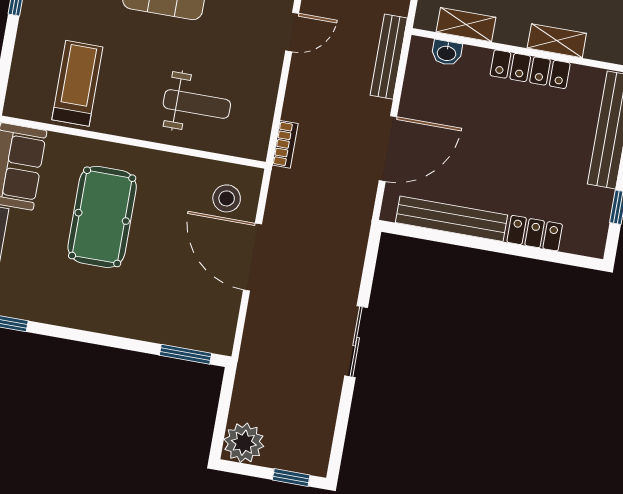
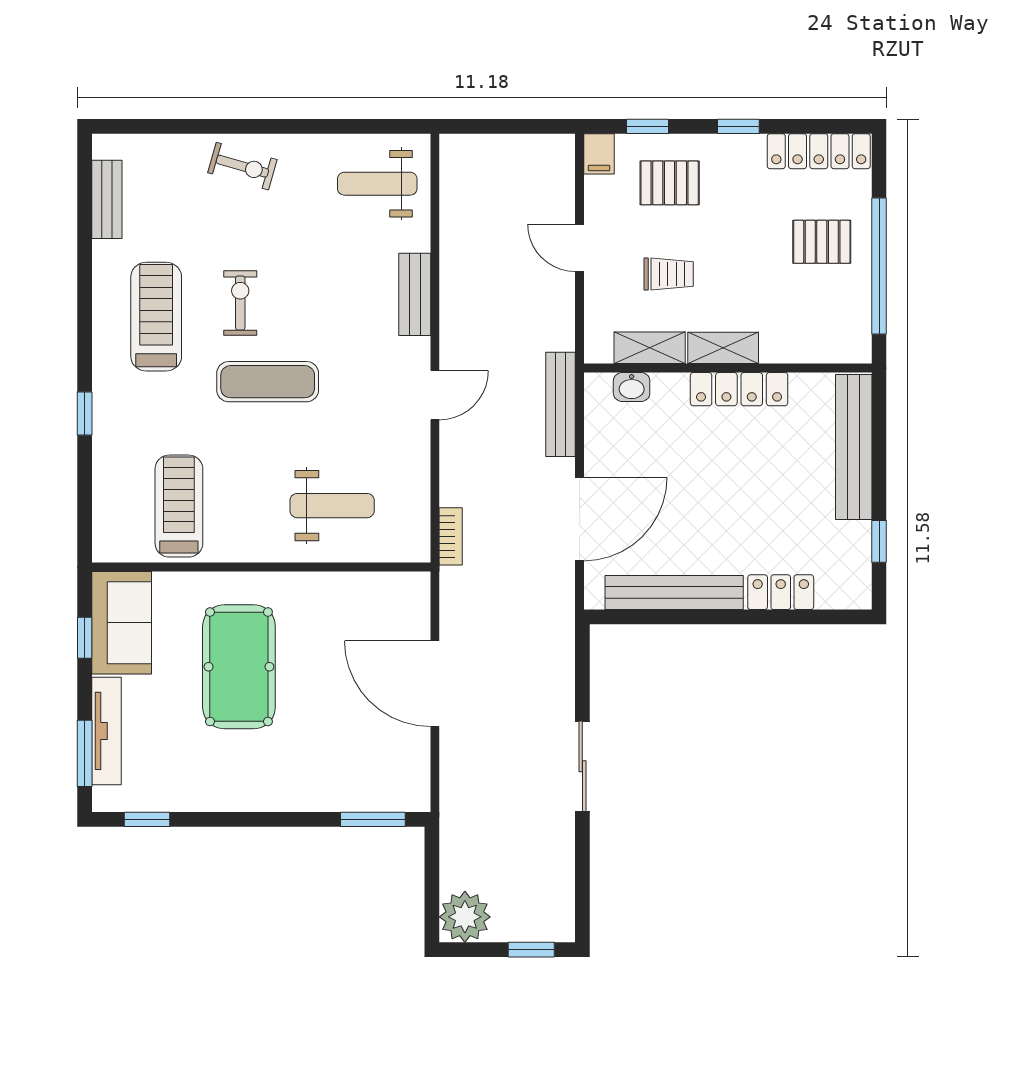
shelving: (557, 41) -> (723, 348), moved
stool: (227, 198) -> (390, 617), removed

